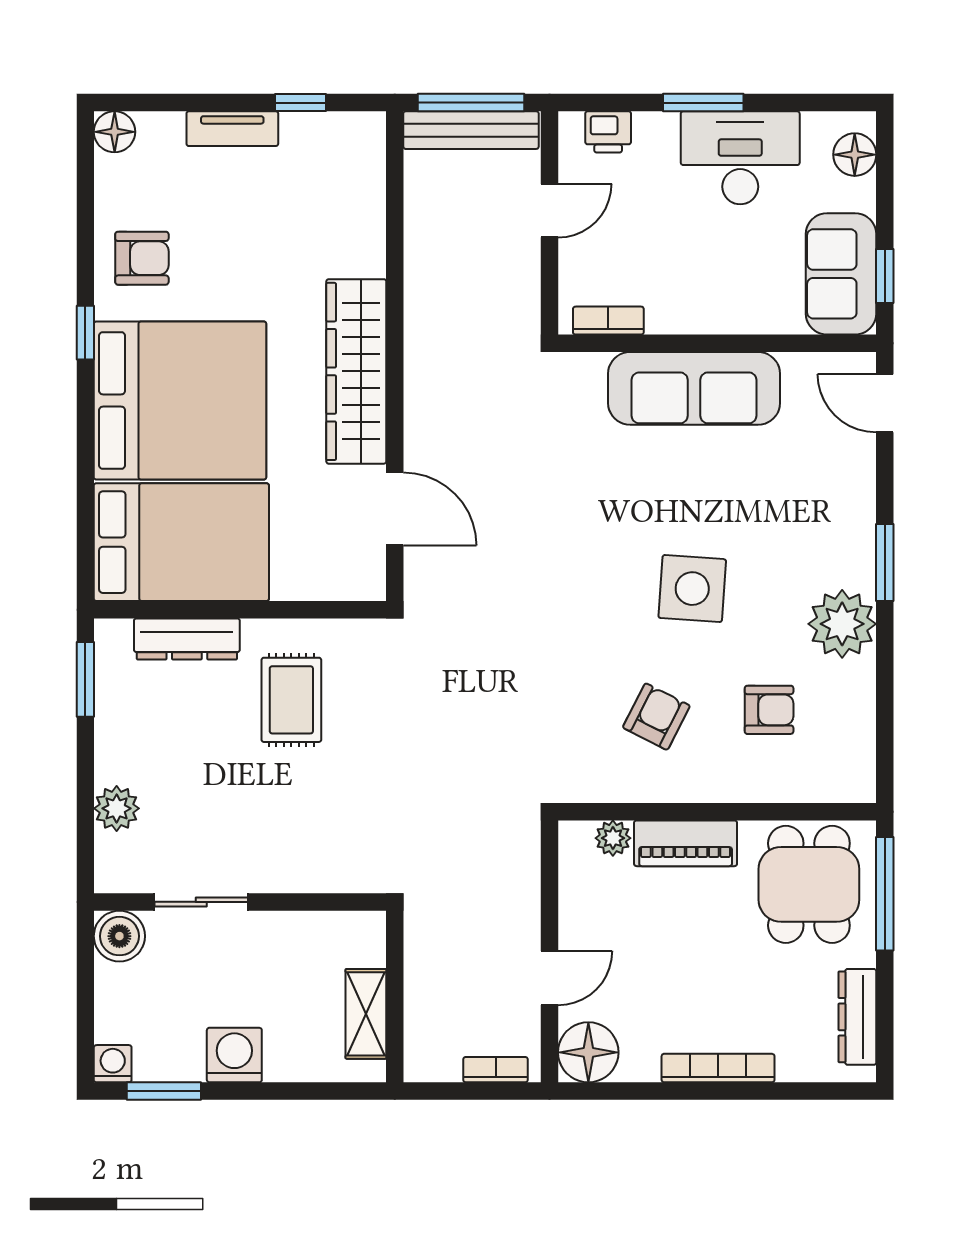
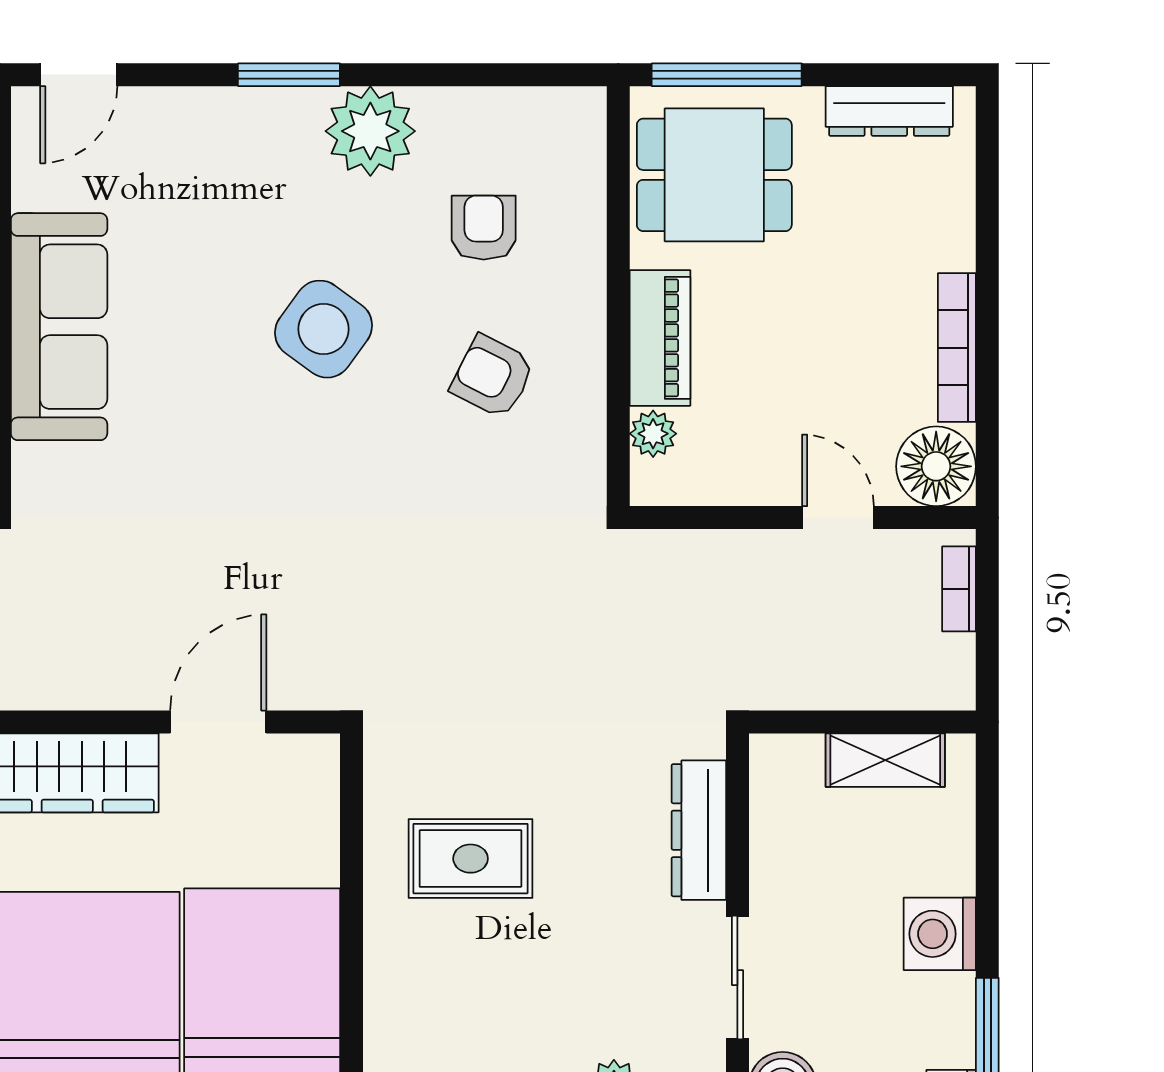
side table: (692, 589) -> (324, 329), turned 32
dresser: (187, 639) -> (699, 830), moved, turned 180
bookcase: (718, 1068) -> (957, 348), moved

